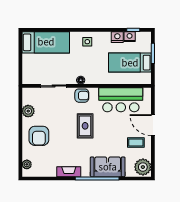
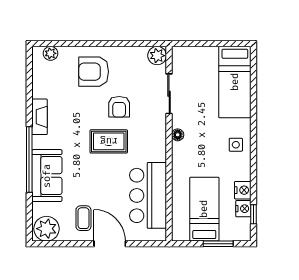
armchair: (82, 96) -> (119, 107), moved
plant: (28, 111) -> (157, 56), moved
door: (153, 125) -> (110, 244), hinge flipped

